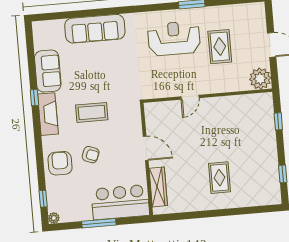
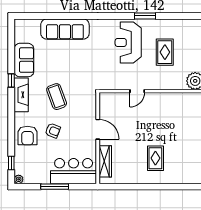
reception desk: (174, 38) -> (128, 42), turned -90
coffee table: (92, 112) -> (57, 97), turned 70
armchair: (60, 163) -> (27, 135), turned 180

